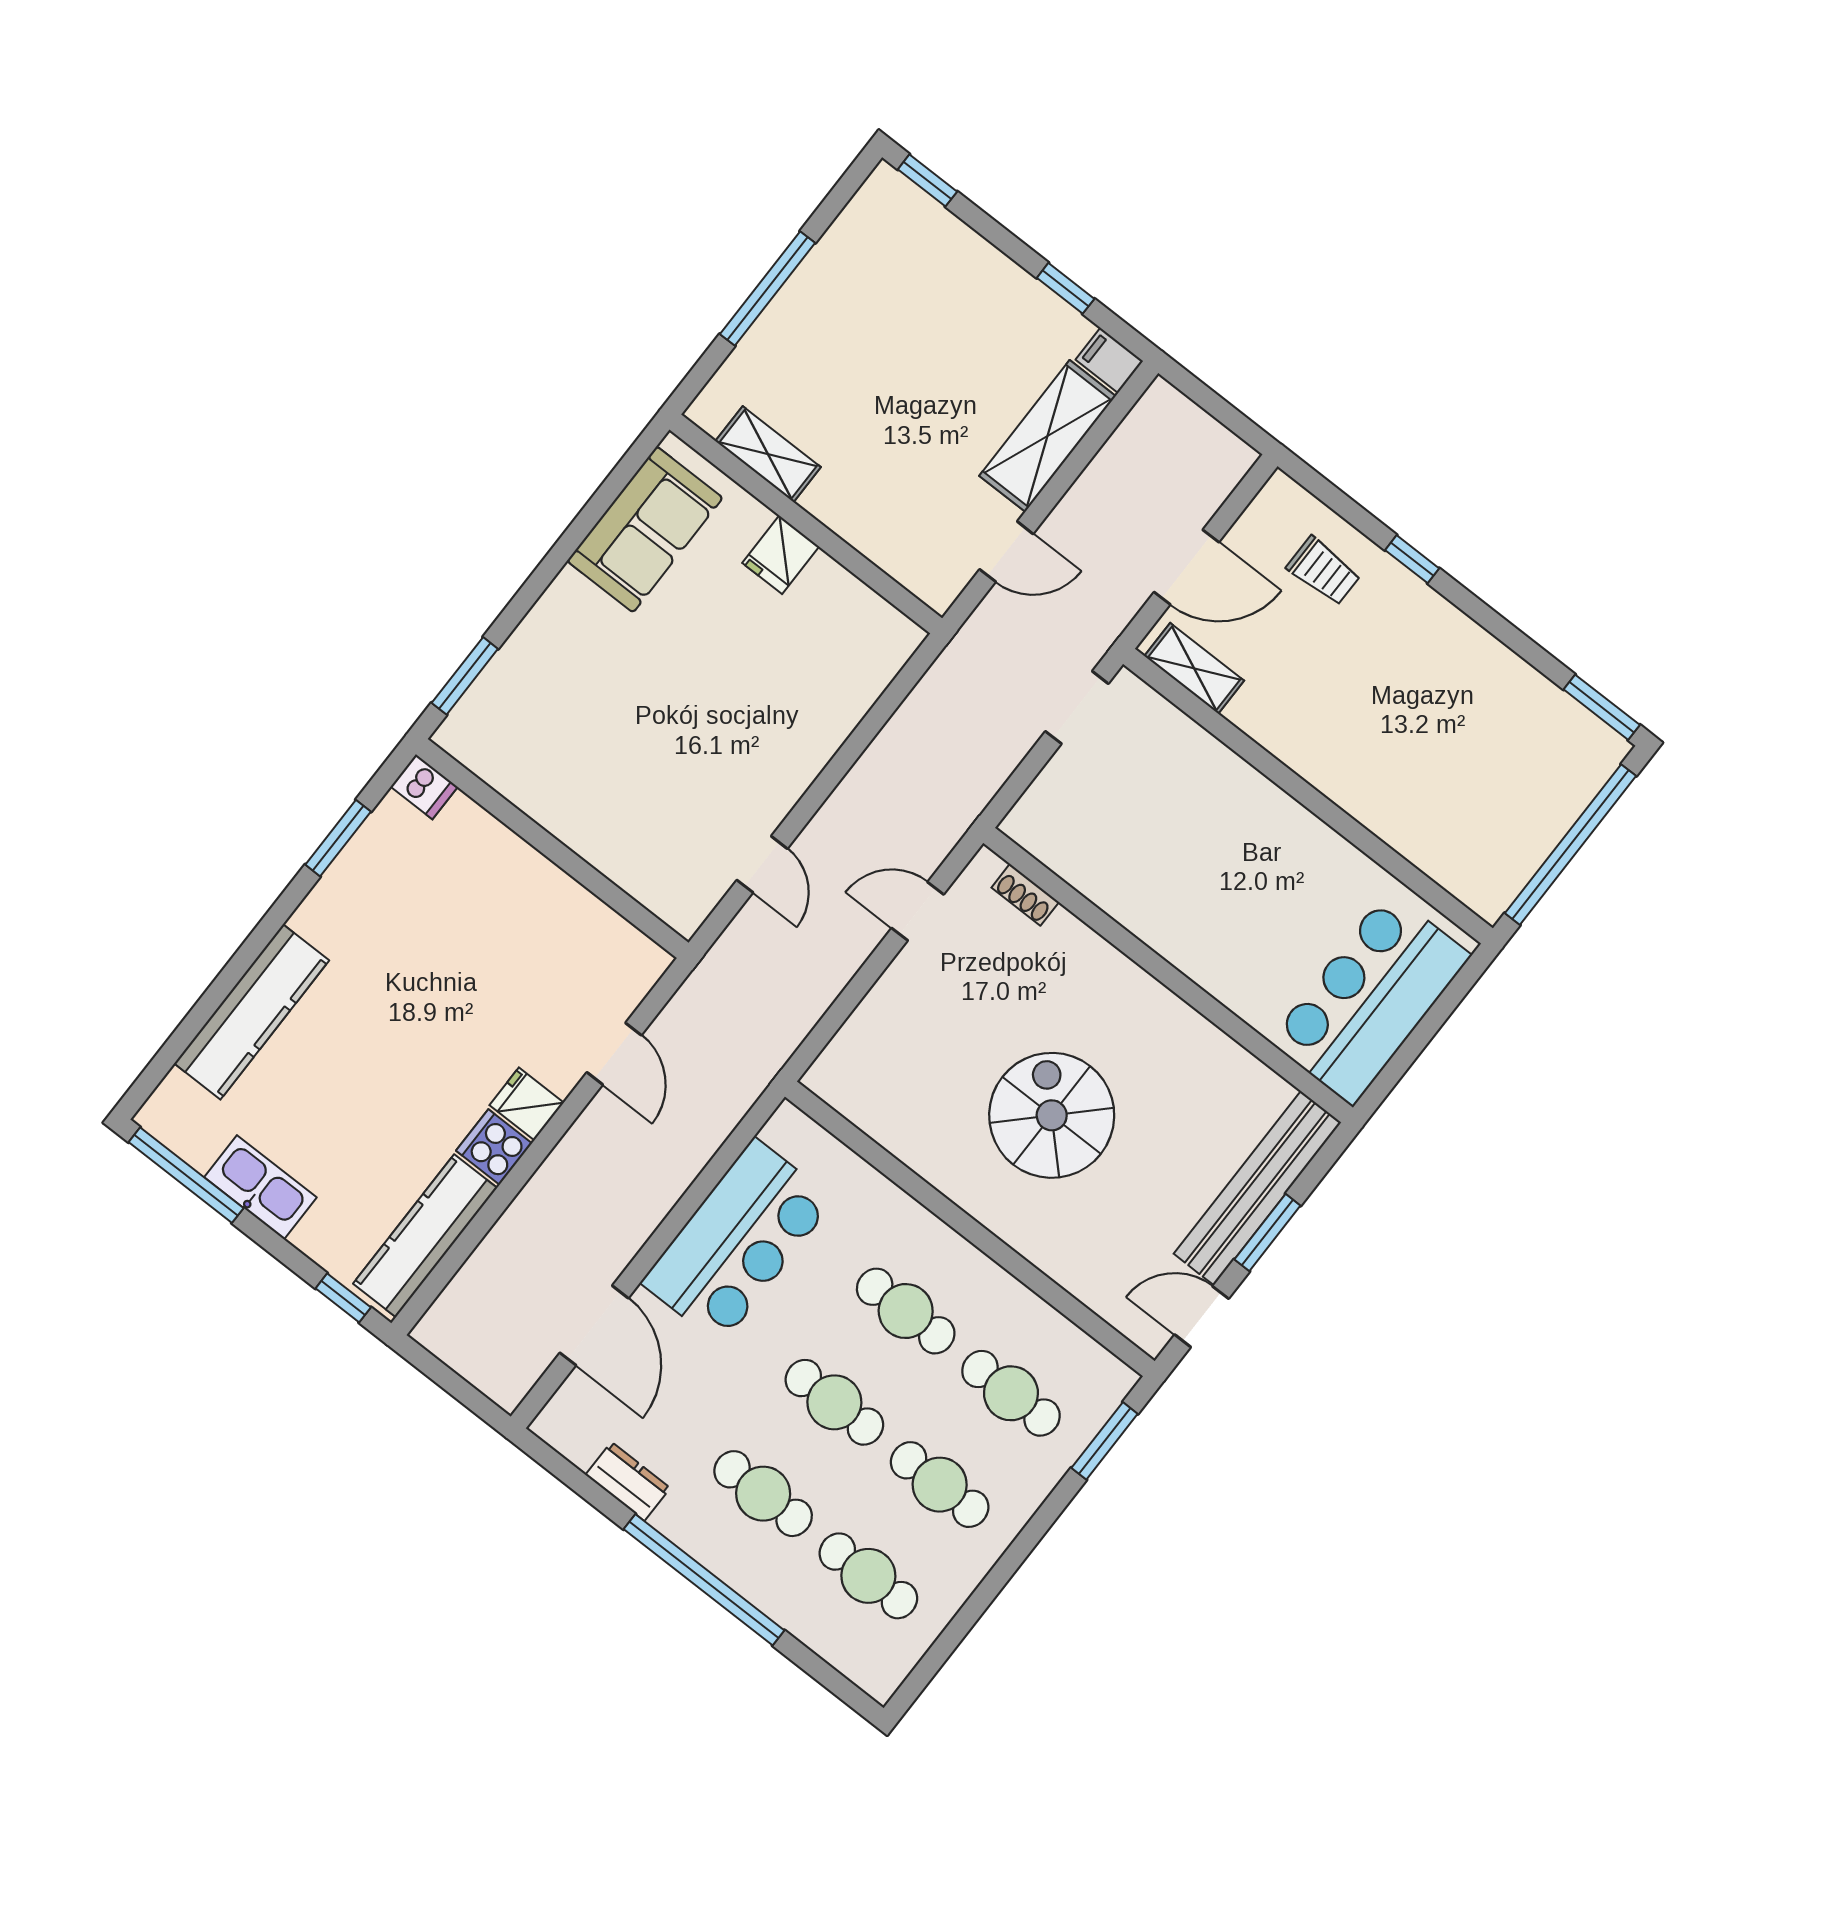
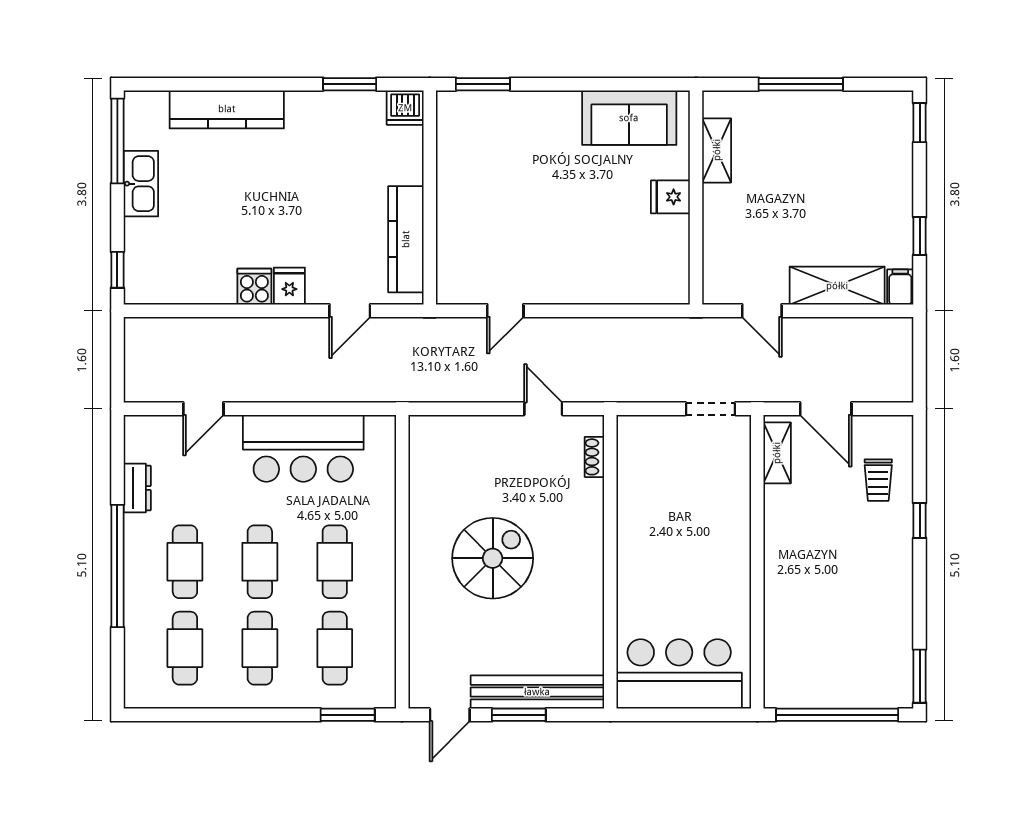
dishwasher: (424, 787) -> (405, 108), width x1.38
kitchen counter: (425, 1236) -> (406, 239), moved, turned -90
door: (1202, 1317) -> (450, 715), swing flipped
door: (594, 1325) -> (203, 409), width x0.73

